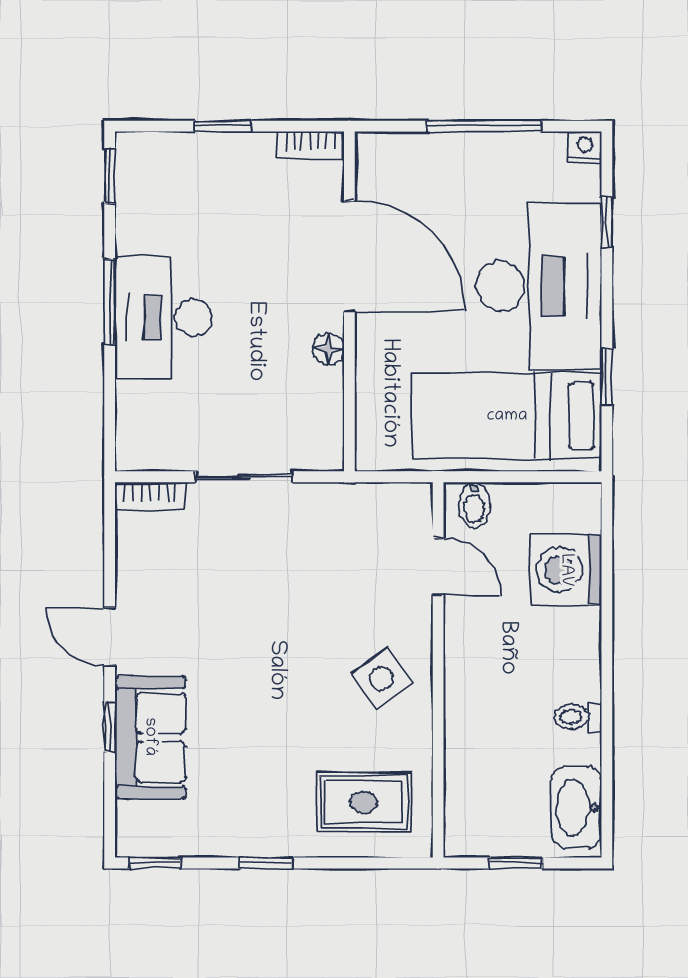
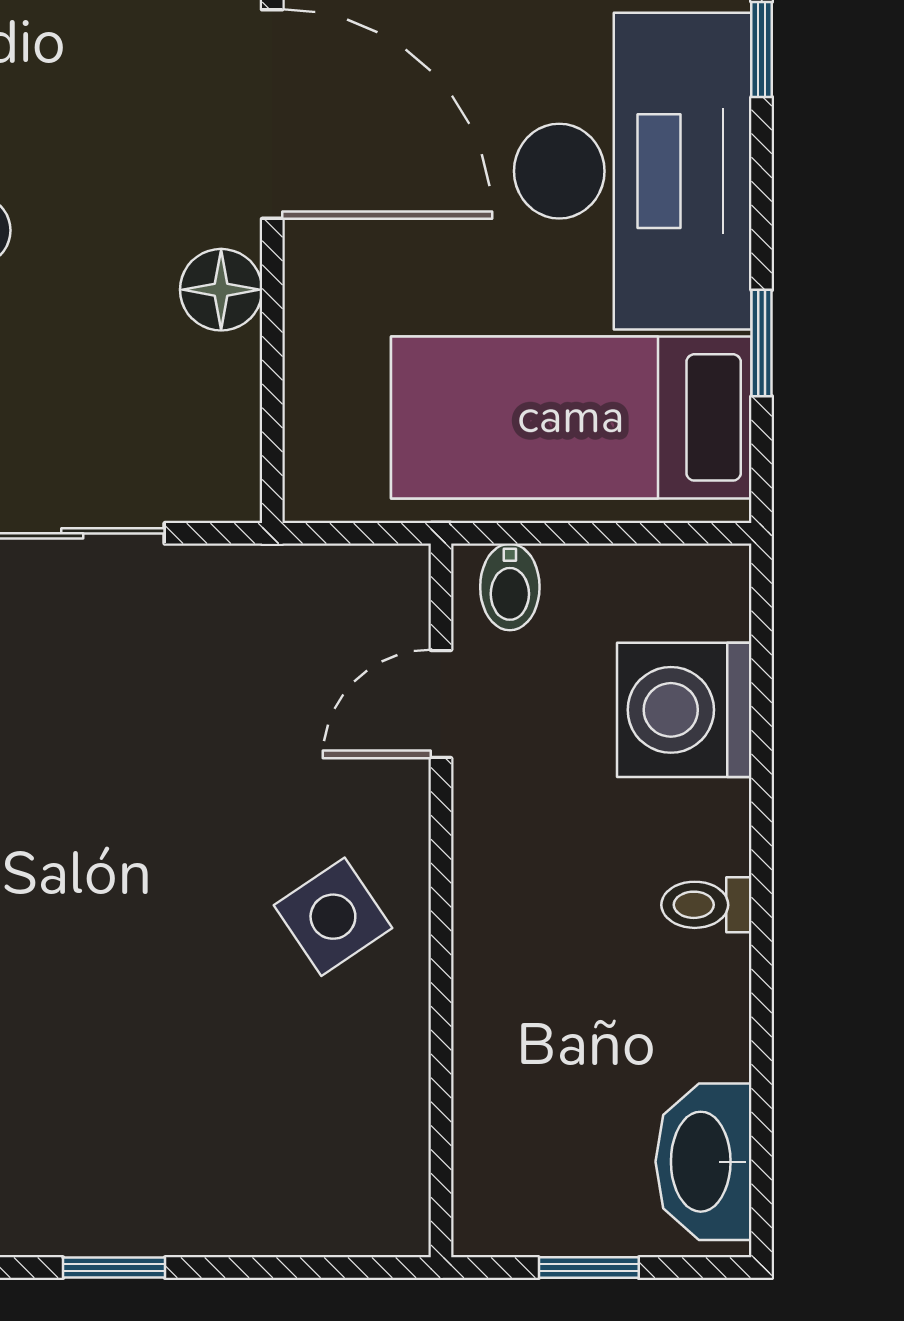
floor lamp: (328, 349) -> (221, 290), width x1.37, depth x1.37
door: (438, 567) -> (441, 704), swing flipped
toilet: (578, 717) -> (706, 905), moved
rug: (364, 802) -> (299, 1152), removed

